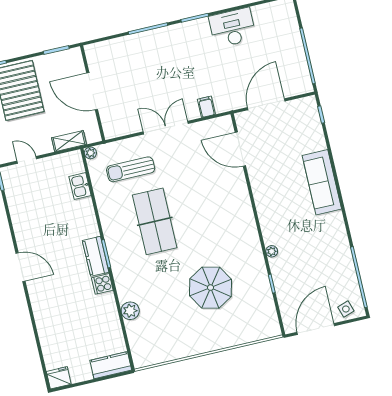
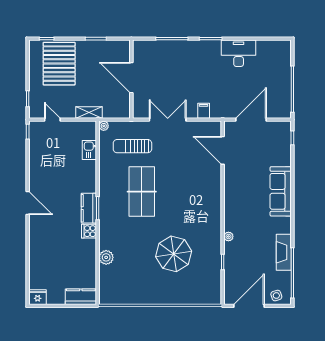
door: (92, 91) -> (131, 78), moved
wall: (93, 93) -> (131, 79), moved
fireplace: (343, 255) -> (284, 252), added

